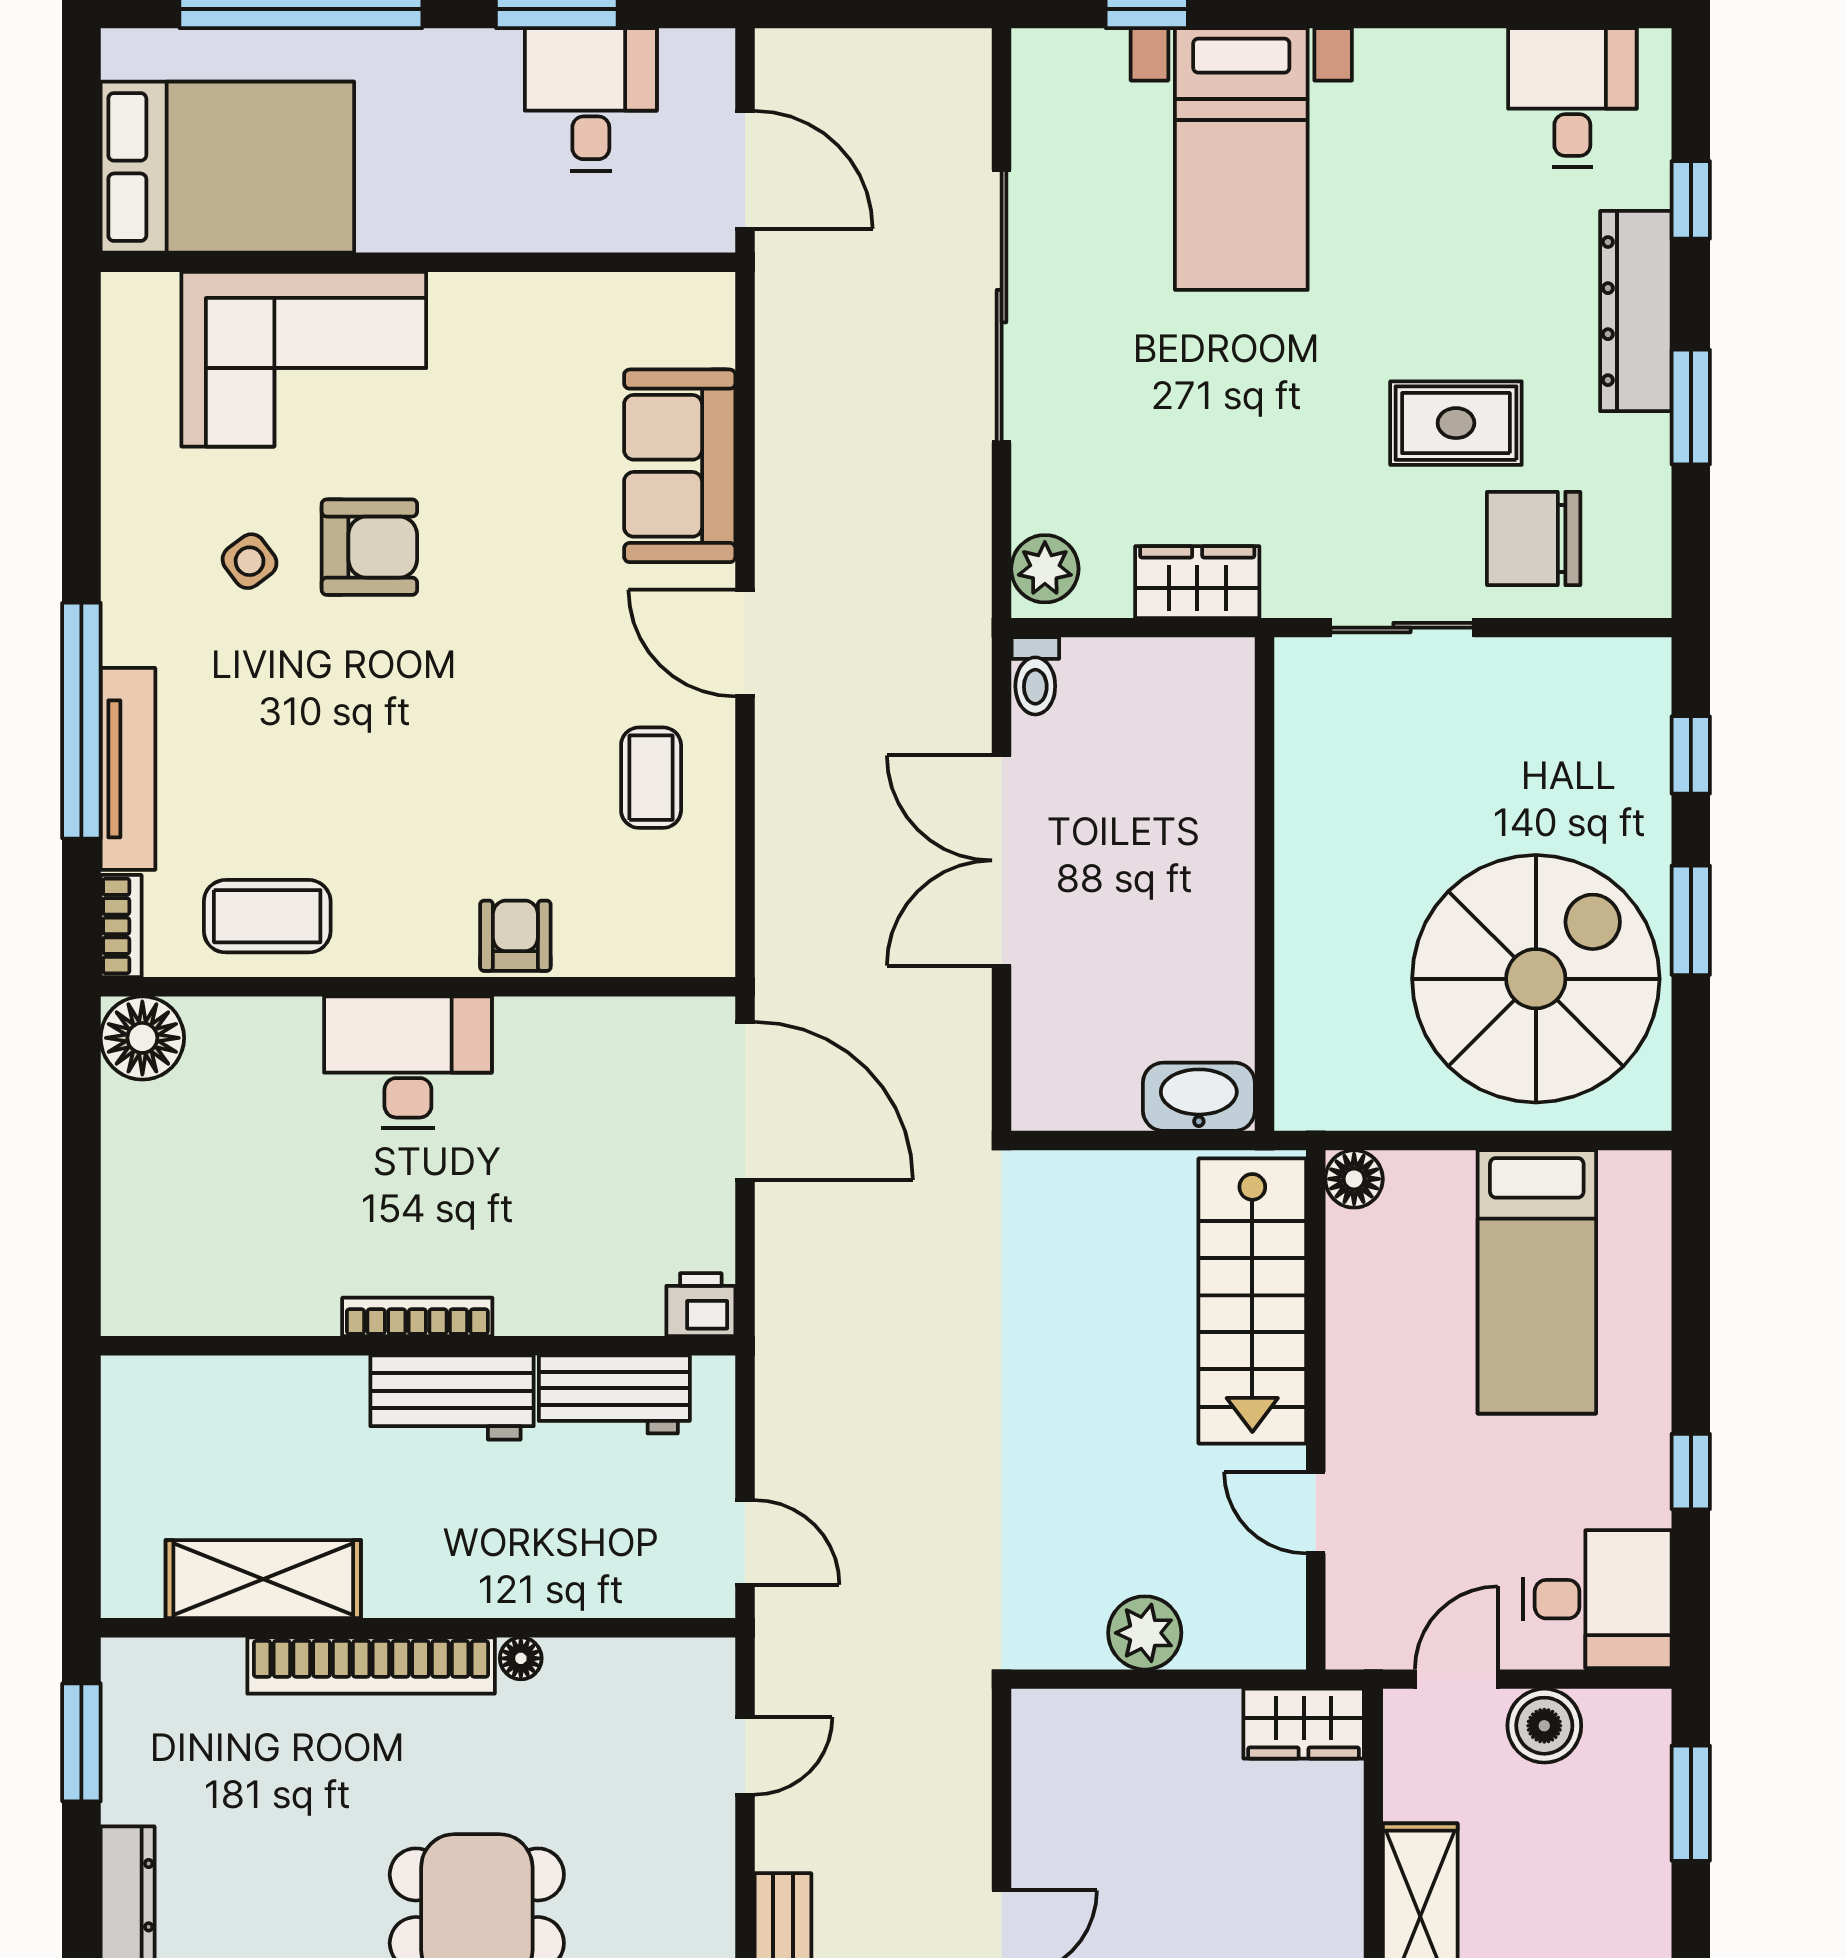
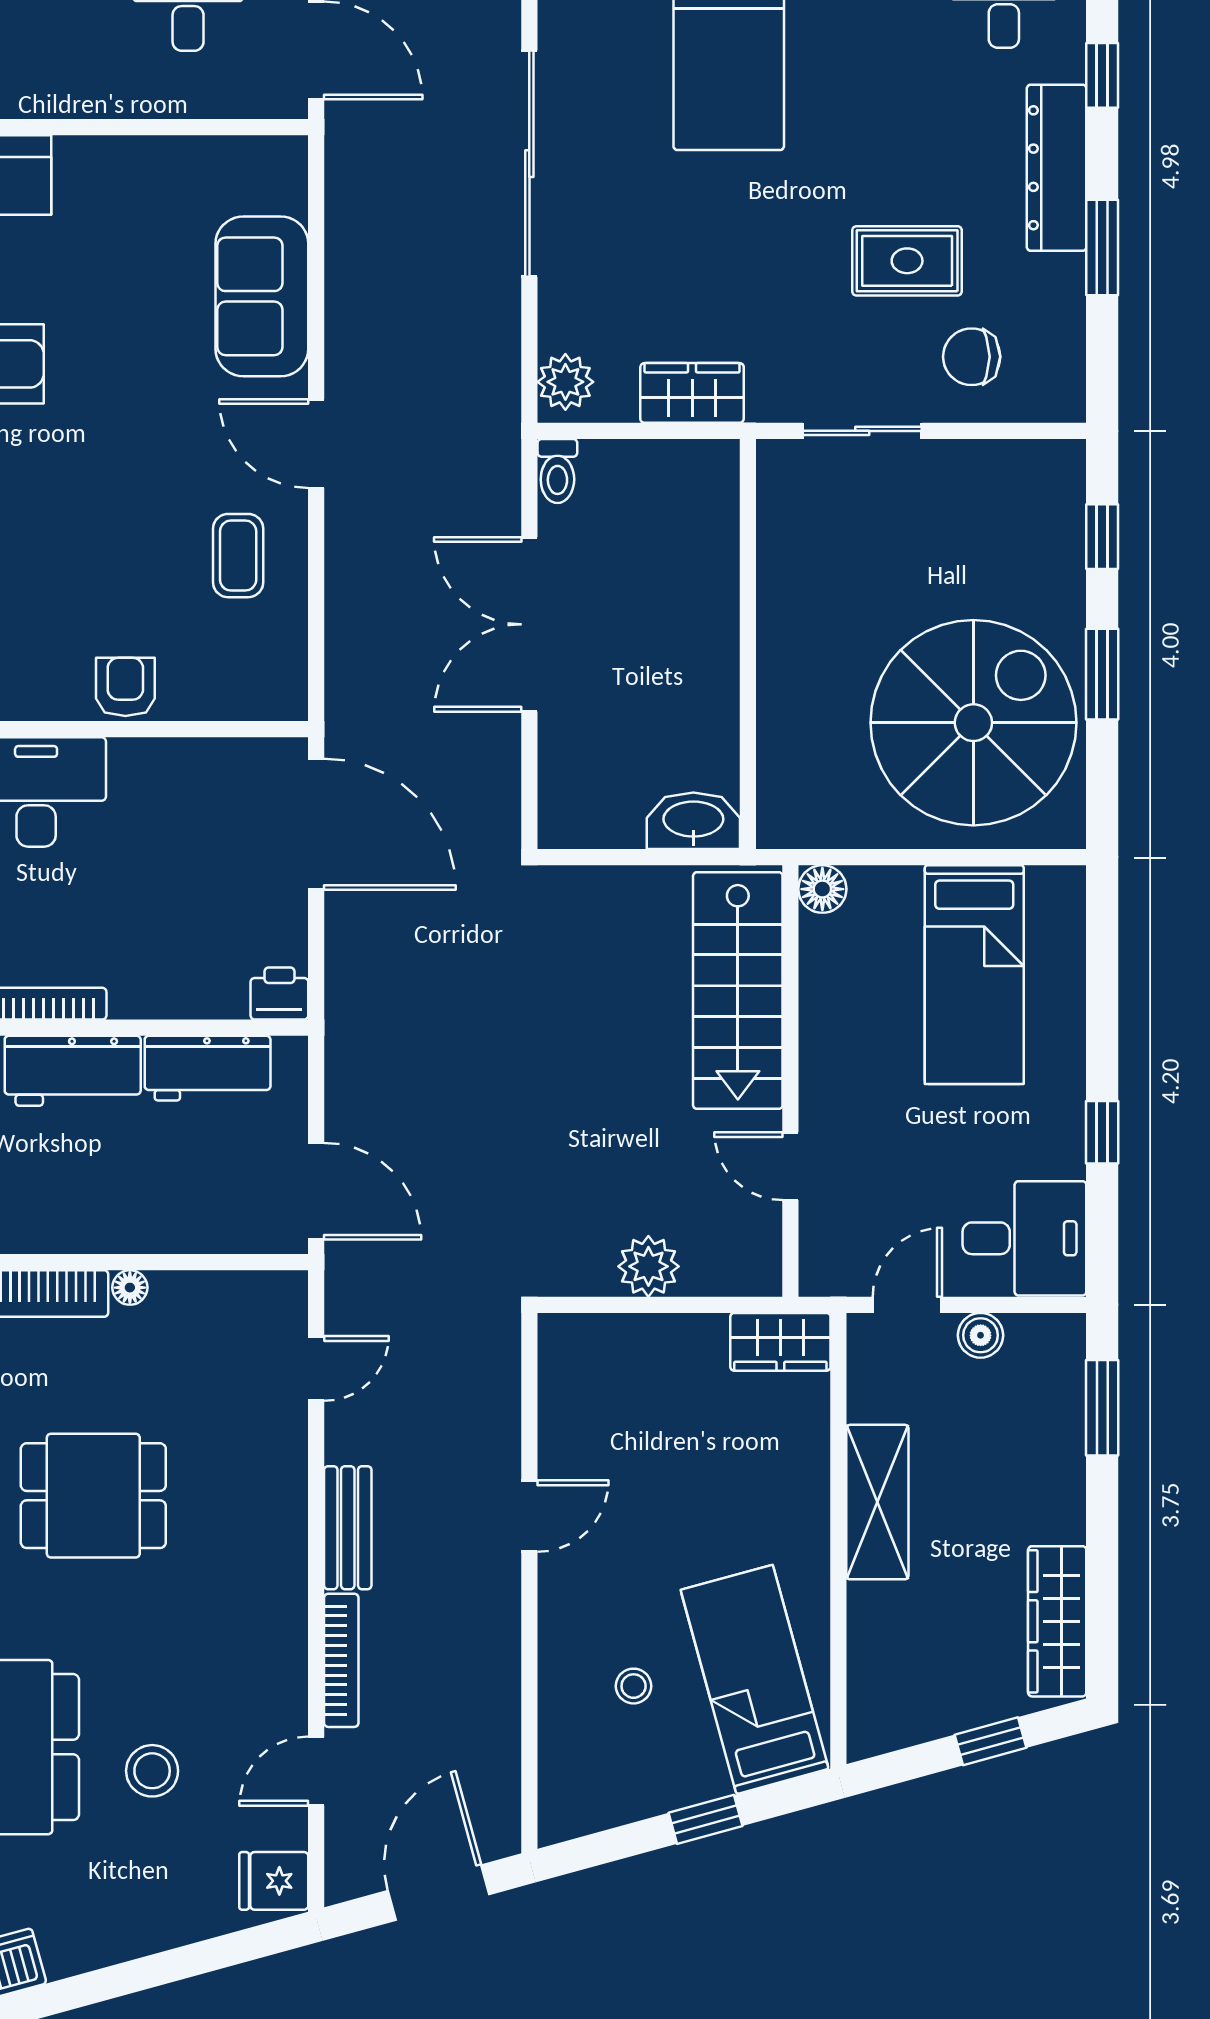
chair: (1534, 538) -> (972, 357), width x0.73, depth x0.73
door: (745, 1542) -> (316, 1191), width x1.38
boiler: (1544, 1726) -> (981, 1335), width x0.73, depth x0.73

